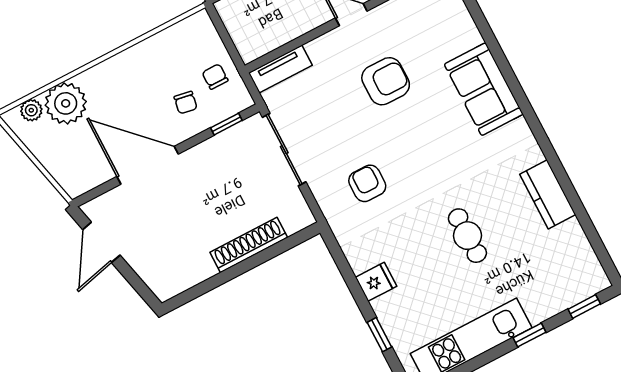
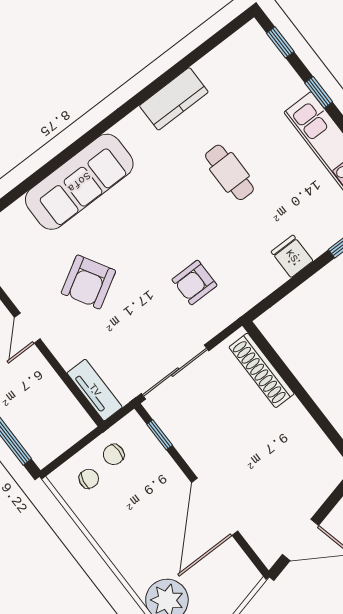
armchair: (386, 81) -> (88, 282), turned -120
sofa: (484, 89) -> (79, 182), width x1.36
chair: (186, 103) -> (89, 479), moved
cafe table: (467, 236) -> (229, 172), turned 90
shoe rack: (249, 245) -> (262, 370), moved

